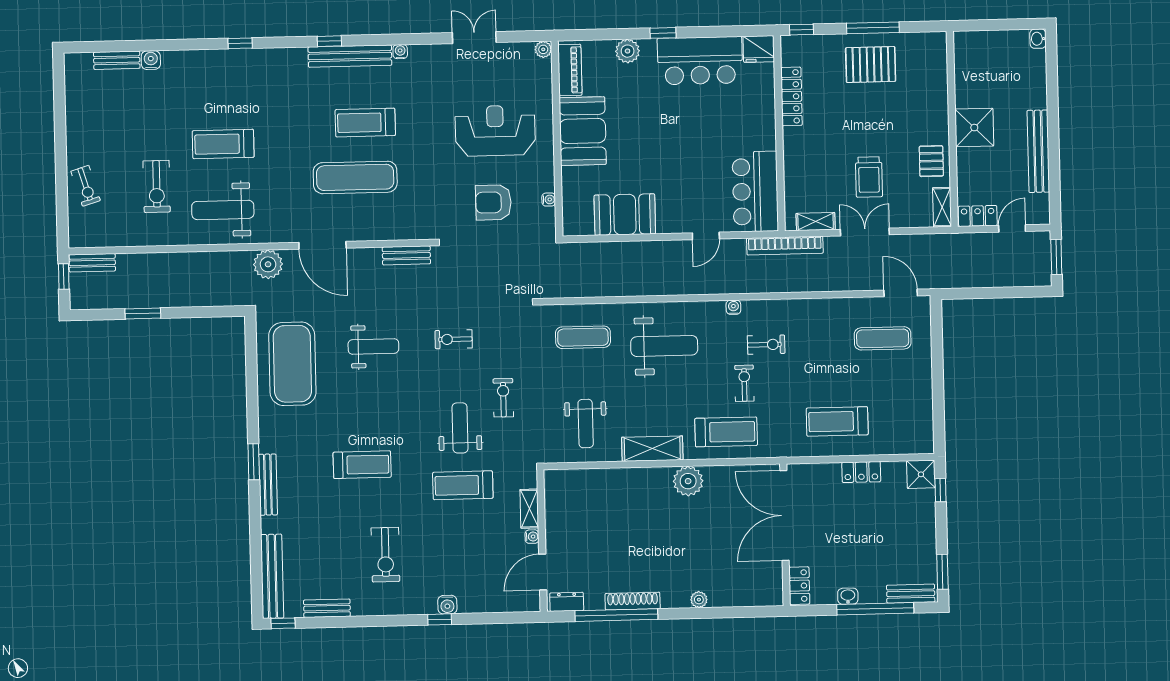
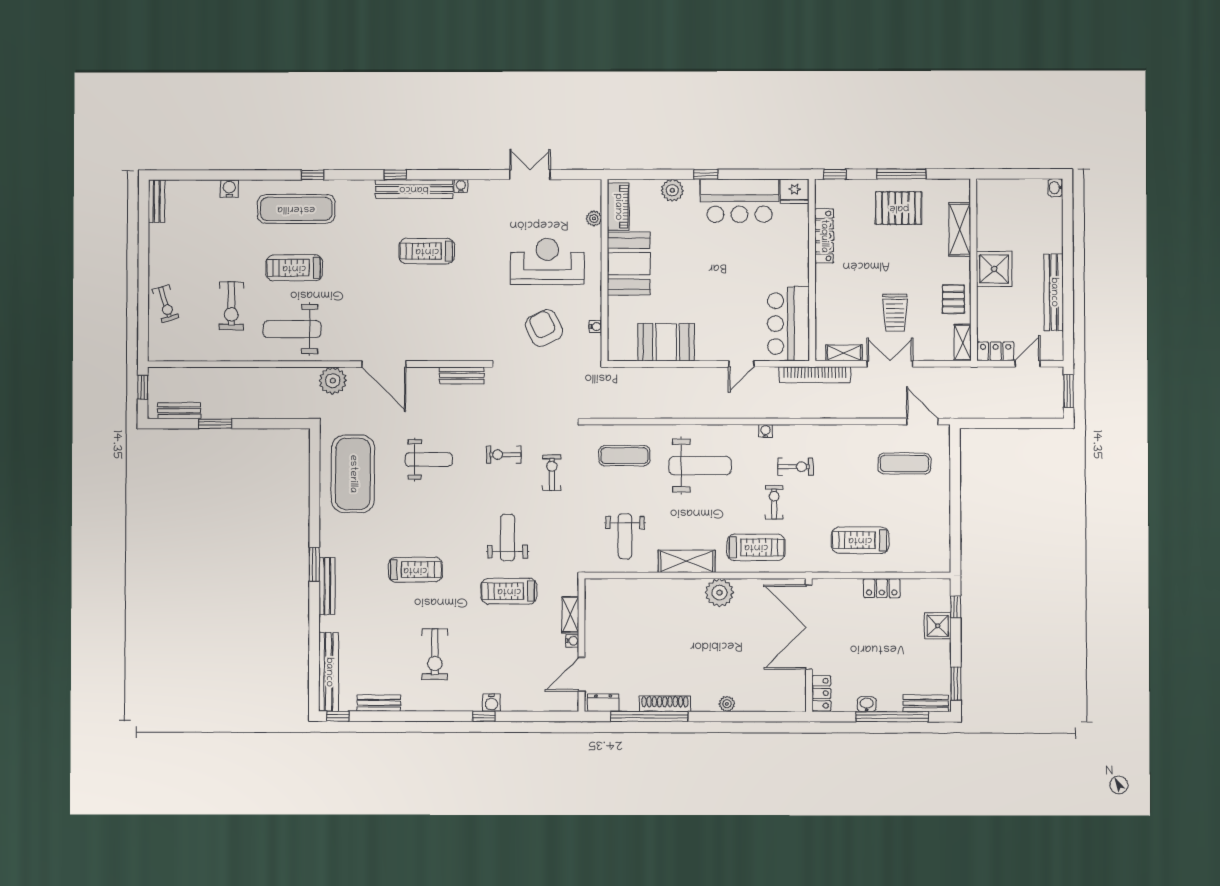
plant: (543, 49) -> (594, 218), moved
bench: (117, 60) -> (157, 201), moved, turned 90
shelving: (937, 86) -> (960, 229), added
exercise mat: (355, 177) -> (296, 209), moved
armchair: (493, 202) -> (544, 328), turned 64
bench: (92, 263) -> (179, 411), moved
exercise bike: (503, 398) -> (552, 473), moved
shower: (921, 474) -> (938, 626), moved

